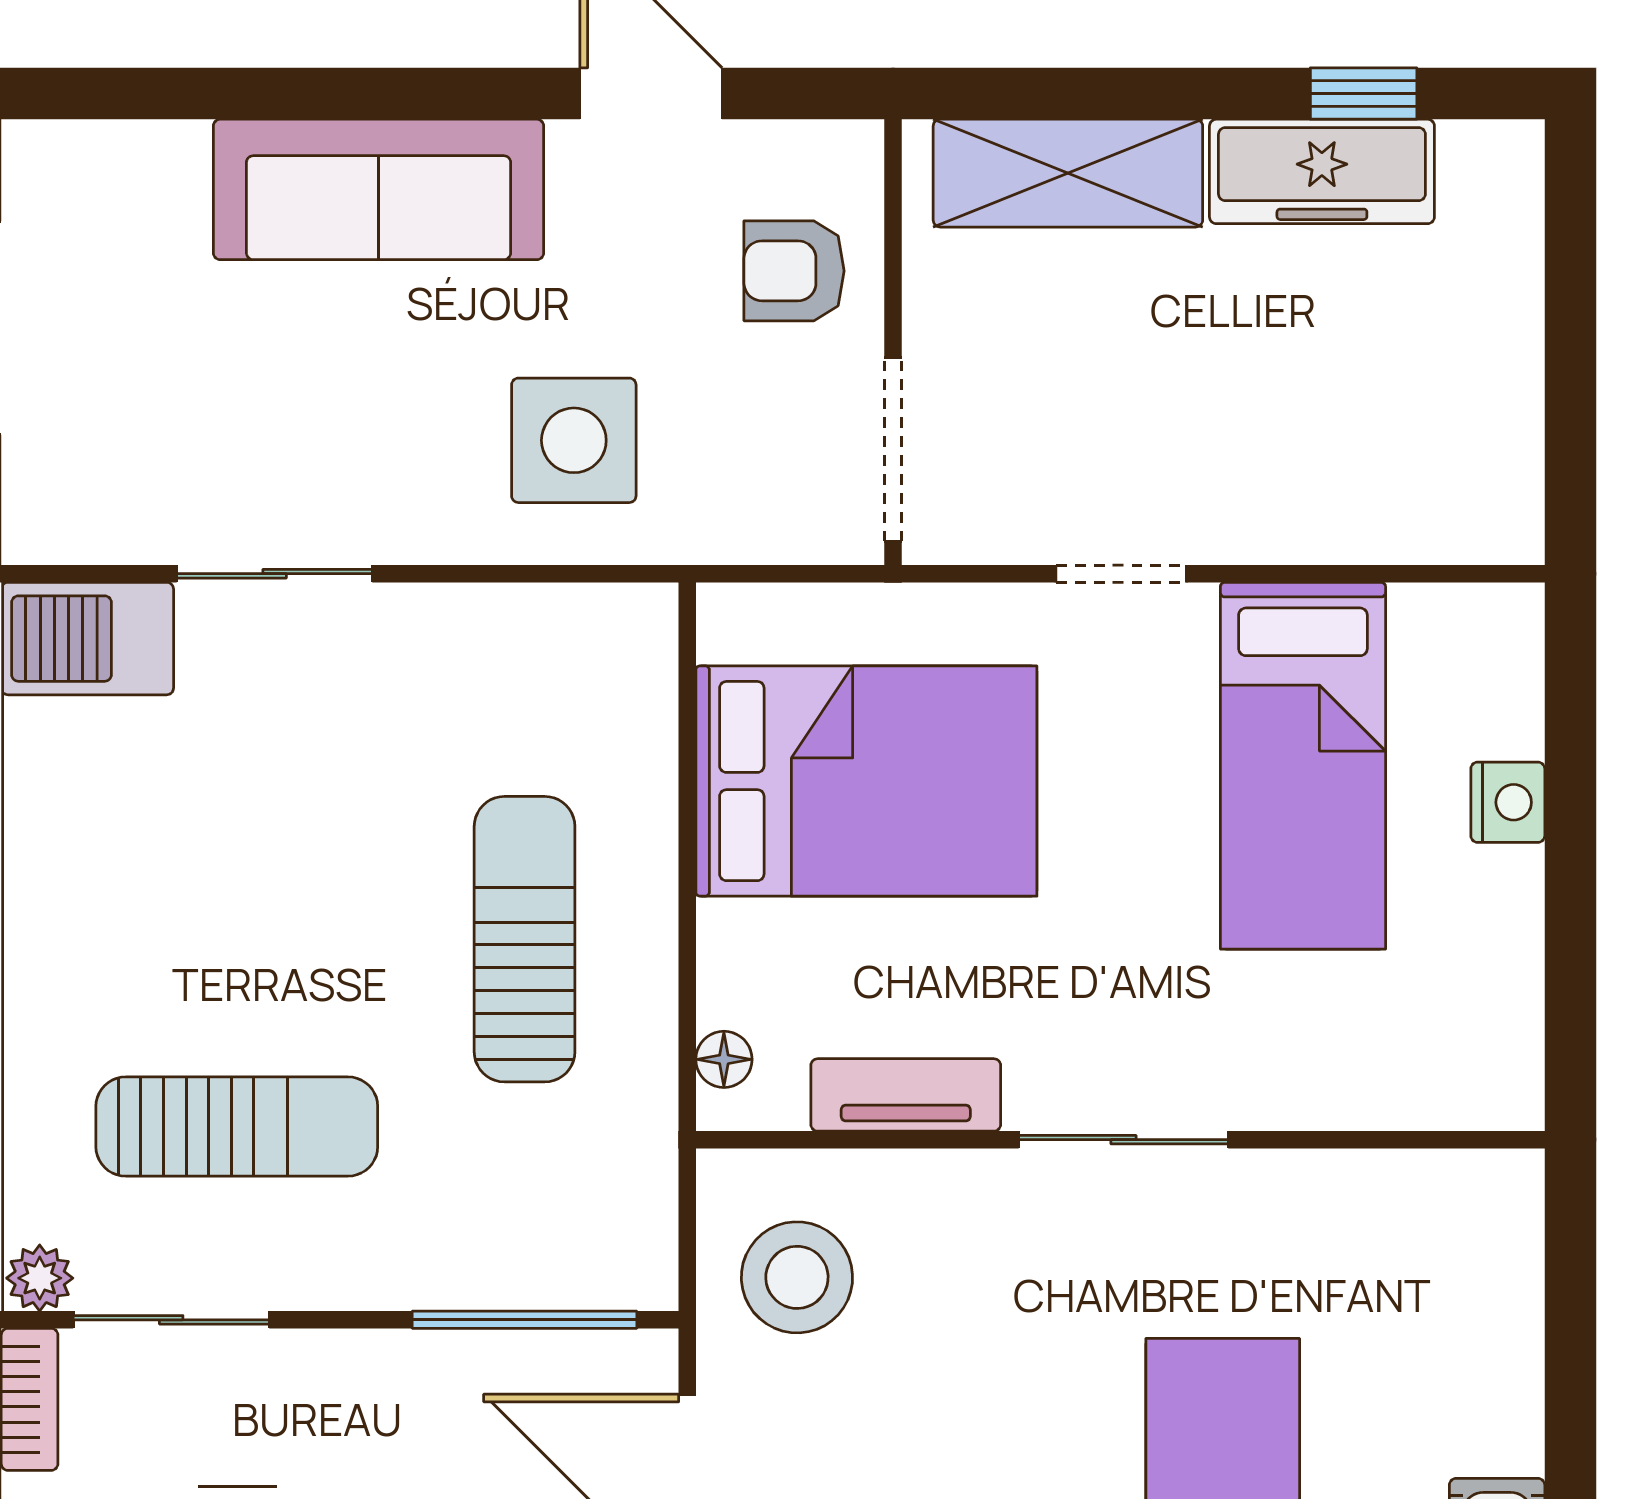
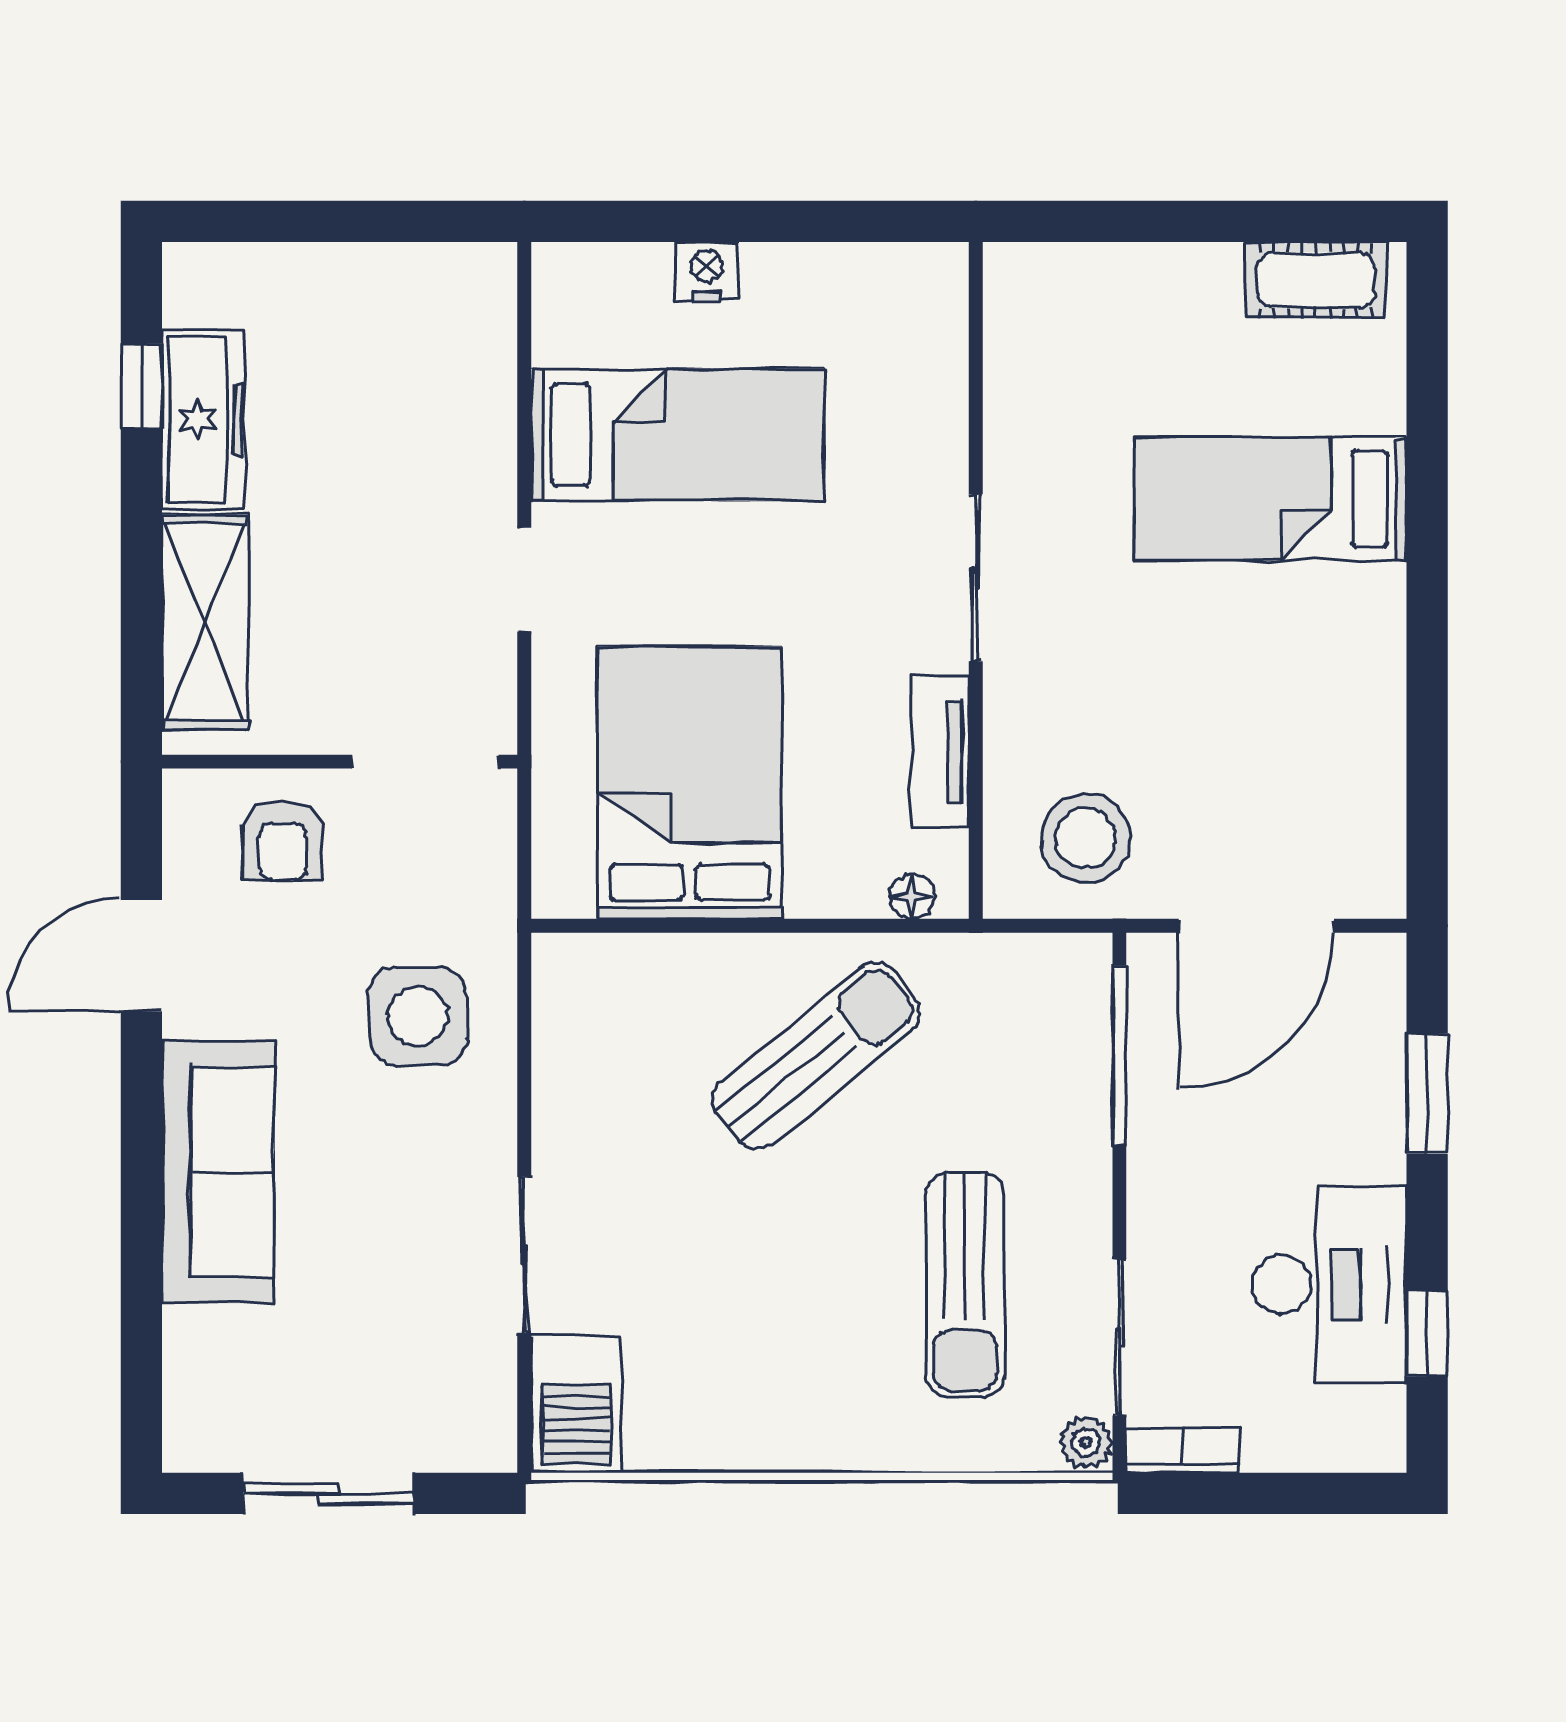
sun lounger: (525, 939) -> (816, 1056), turned 141
sun lounger: (237, 1127) -> (965, 1285), turned 180

